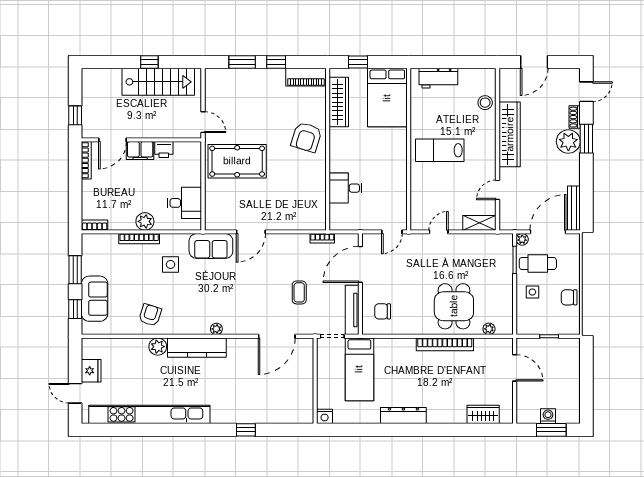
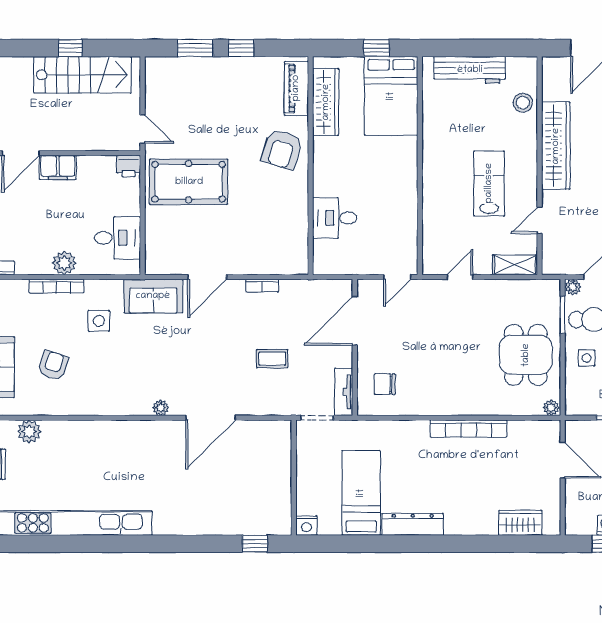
window: (358, 62) -> (376, 48), moved
piano: (306, 77) -> (296, 88), moved, turned 90
workbench: (438, 78) -> (470, 70), width x1.38
printer: (164, 150) -> (128, 166), moved
lab bench: (440, 150) -> (489, 183), moved, turned 90
bookcase: (322, 238) -> (262, 286), moved
coffee table: (299, 292) -> (272, 359), turned 90
dining table: (454, 306) -> (526, 355), moved
tv unit: (352, 310) -> (344, 392), width x0.71
armchair: (150, 315) -> (53, 365), moved
plant: (489, 329) -> (551, 408), moved
door: (277, 336) -> (211, 418), moved
plant: (158, 347) -> (29, 432), moved
kitchen counter: (197, 348) -> (134, 433), removed
bed: (359, 369) -> (361, 493), moved, turned 180
window: (246, 430) -> (255, 544), moved

